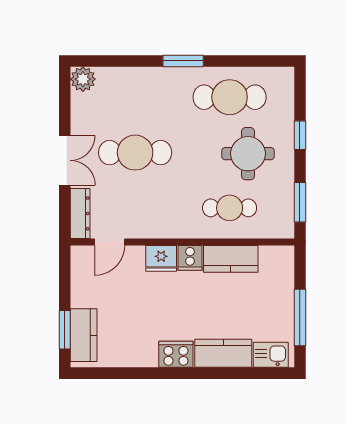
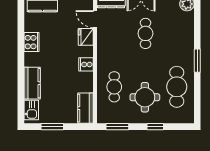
cafe table: (135, 153) -> (145, 33), width x0.73, depth x0.74
fridge: (161, 258) -> (86, 37), moved
kitchen counter: (231, 259) -> (85, 108), moved
window: (300, 317) -> (52, 127), width x0.69
cooker: (176, 354) -> (31, 42), moved

